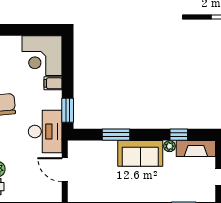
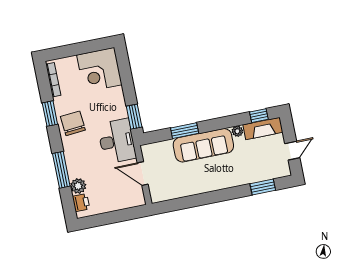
filing cabinet: (53, 83) -> (115, 94), removed
window: (179, 135) -> (259, 116), moved
sofa: (140, 153) -> (203, 145), width x1.36

